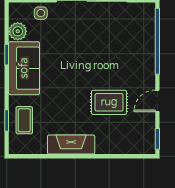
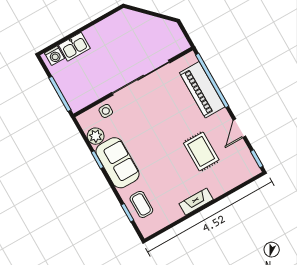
piano: (143, 45) -> (202, 90), added
rug: (109, 102) -> (201, 151), turned 90
fireplace: (71, 145) -> (196, 202), width x0.73, depth x0.76

